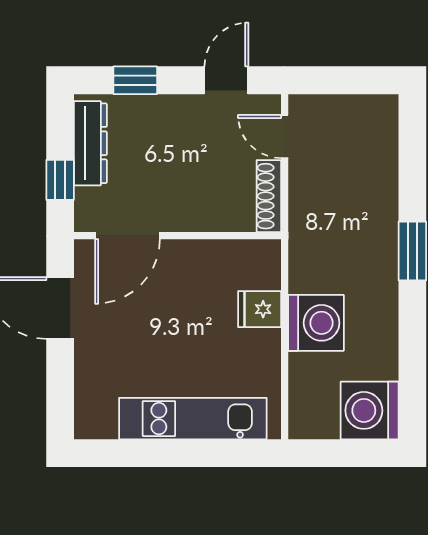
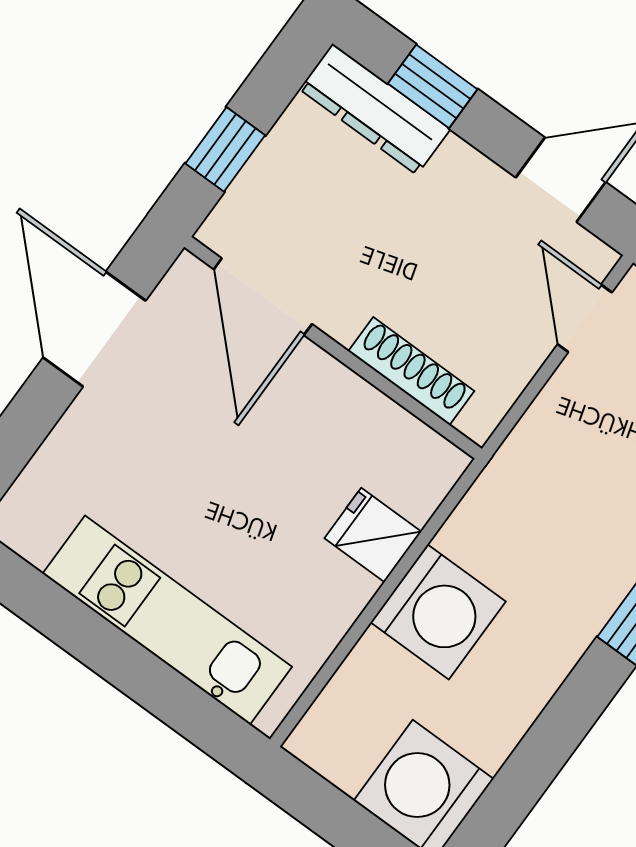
dresser: (90, 143) -> (375, 109), moved, turned 90
shoe rack: (269, 196) -> (411, 371), moved, turned 90
door: (127, 236) -> (263, 297), hinge flipped

